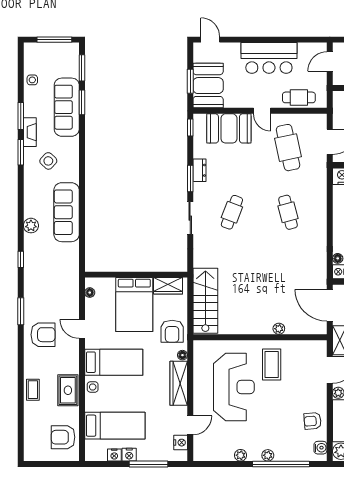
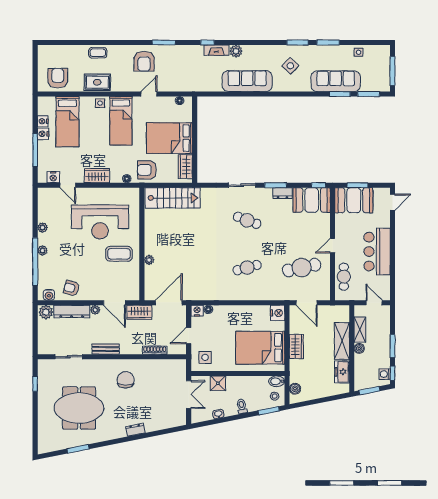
booth: (229, 128) -> (312, 200), moved, turned 90
fireplace: (30, 132) -> (216, 50), moved
wardrobe: (179, 383) -> (97, 176), width x0.67
armchair: (313, 421) -> (71, 288), turned -70

